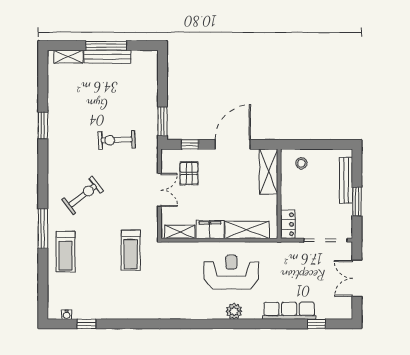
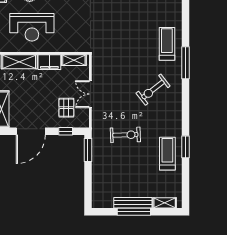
treadmill: (131, 250) -> (167, 154), moved

